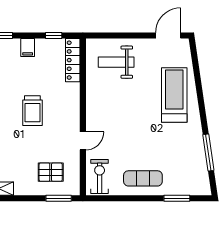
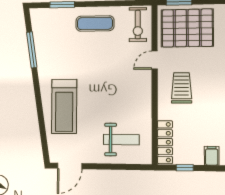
trolley: (32, 111) -> (182, 88), moved
pallet: (51, 172) -> (187, 28), width x2.05, depth x2.00

